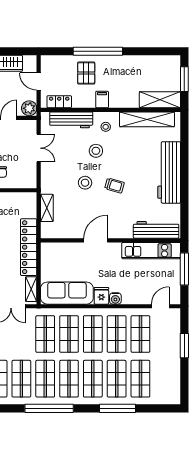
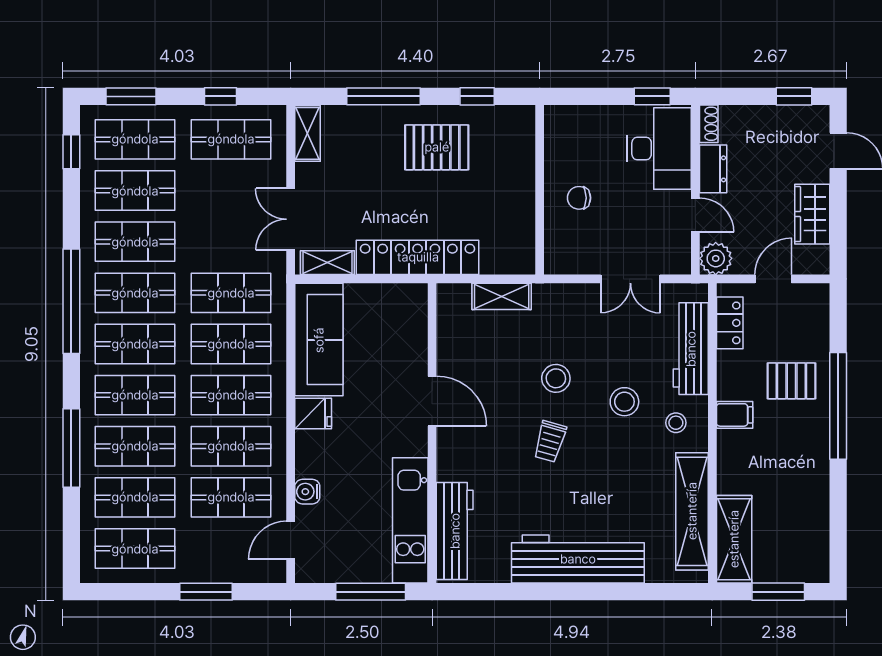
water cooler: (115, 298) -> (307, 492), moved
door: (160, 306) -> (291, 540), swing flipped
shop shelf: (164, 379) -> (135, 549), added

